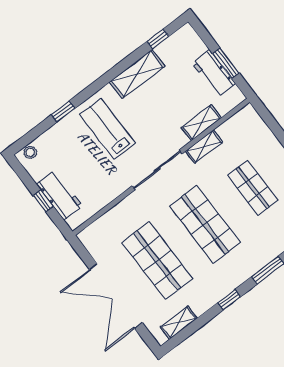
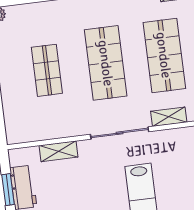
shelving: (204, 147) -> (169, 117), moved

